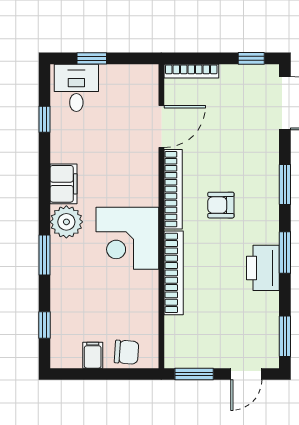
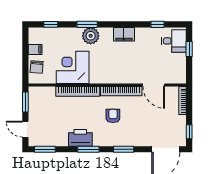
plant: (66, 222) -> (91, 36), moved
corner desk: (127, 238) -> (73, 67), moved

